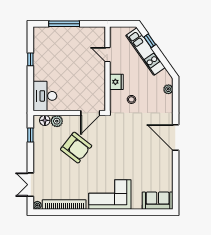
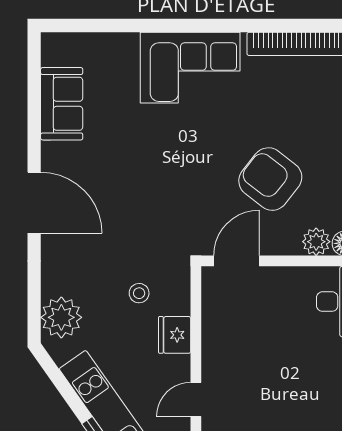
door: (107, 55) -> (196, 400), swing flipped
plant: (168, 89) -> (61, 317), width x1.88, depth x1.88
sofa: (158, 201) -> (62, 104), moved, turned -90

